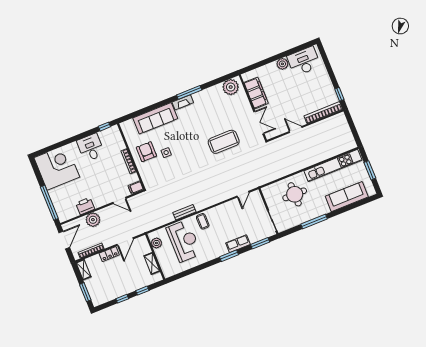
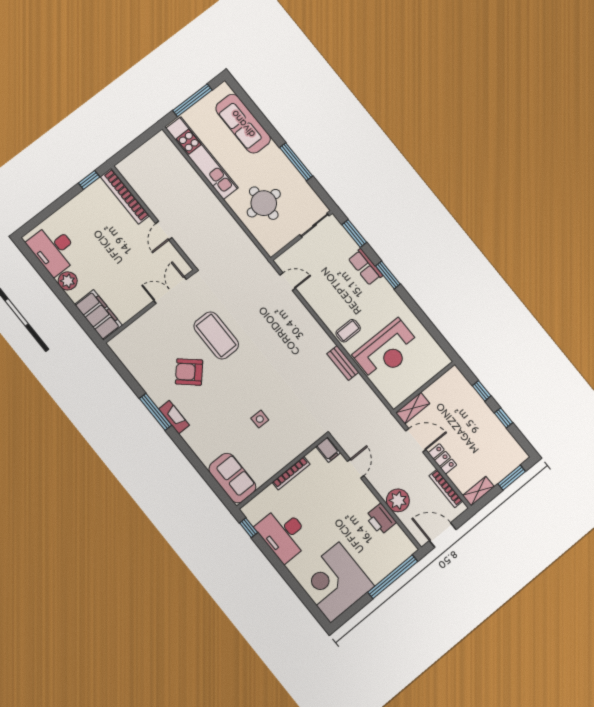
plant: (231, 87) -> (128, 350), removed
filing cabinet: (256, 93) -> (98, 315), moved, turned 90
sofa: (155, 118) -> (232, 478), moved, width x0.73
desk: (91, 148) -> (284, 534), width x1.37
armchair: (146, 152) -> (189, 372), moved, turned 42
window: (370, 170) -> (192, 100), width x1.44
reception desk: (184, 241) -> (387, 351), turned 180
plant: (156, 243) -> (403, 391), removed
shelving: (152, 263) -> (413, 408), moved

